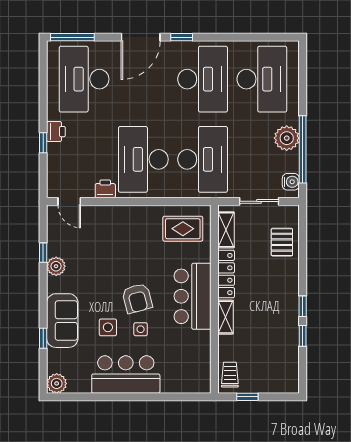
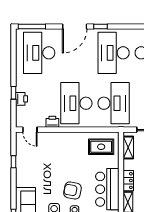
desk: (203, 79) -> (114, 53), turned 180
printer: (56, 132) -> (21, 99), moved
plant: (56, 266) -> (22, 170), removed
locker: (226, 274) -> (128, 181), width x0.66
armchair: (137, 298) -> (72, 190), turned 116

